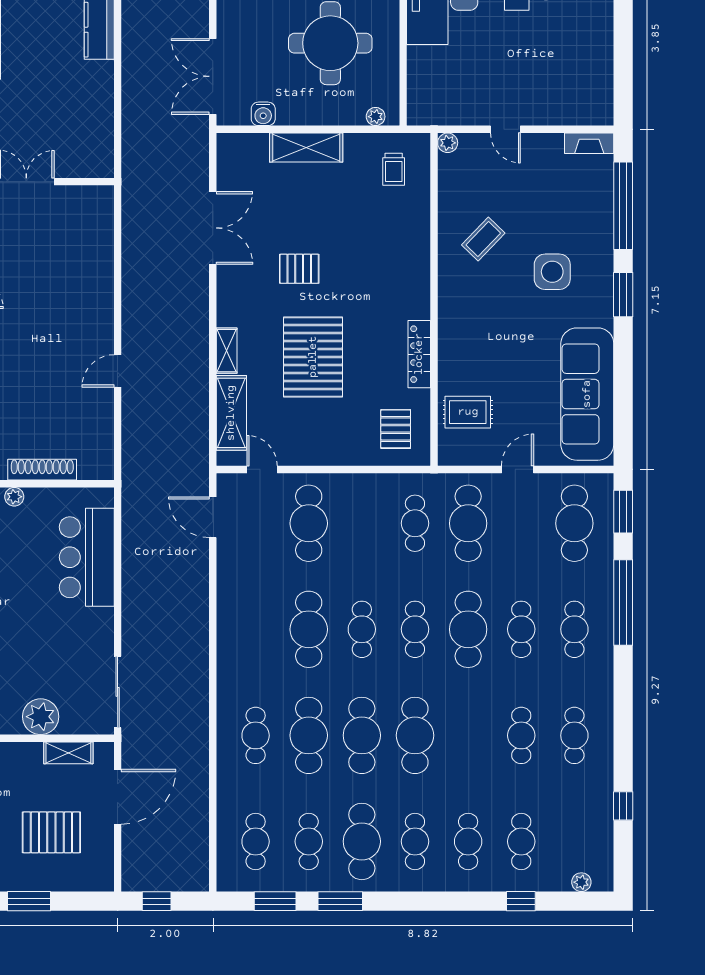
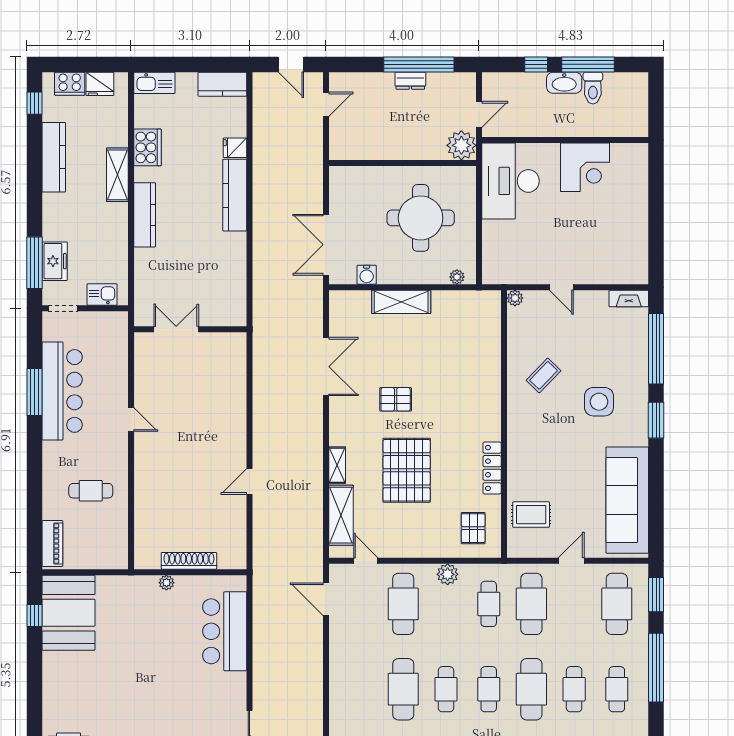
trolley: (394, 169) -> (472, 319), removed
plant: (364, 486) -> (448, 574), added

